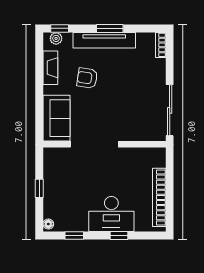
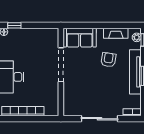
sliding door: (170, 110) -> (100, 119), moved
window: (39, 188) -> (14, 25), moved

